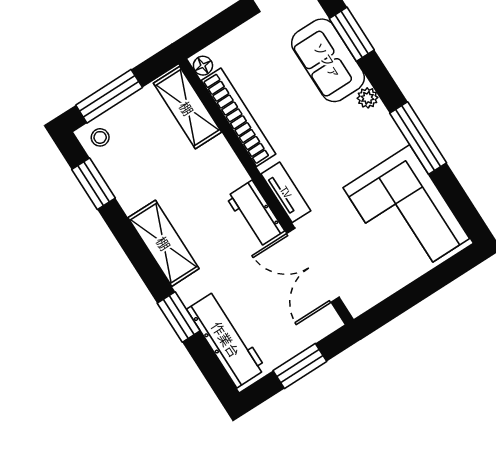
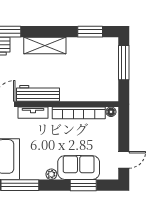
shelving: (187, 108) -> (97, 93), removed
stool: (100, 137) -> (108, 47), removed
workbench: (255, 214) -> (38, 93), width x1.38

